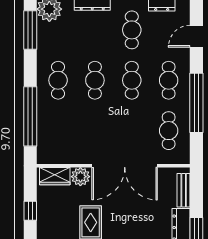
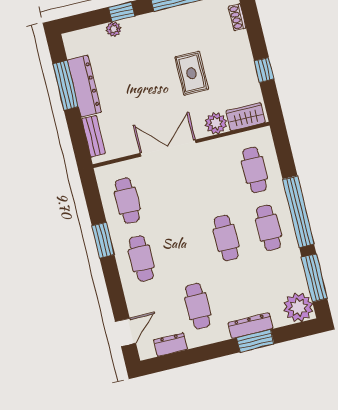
door: (196, 36) -> (125, 332), moved
cafe table: (132, 80) -> (254, 170), moved
window: (196, 103) -> (103, 240), width x0.47
window: (30, 116) -> (298, 212), moved
double door: (125, 166) -> (168, 148), width x0.73

